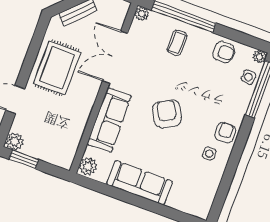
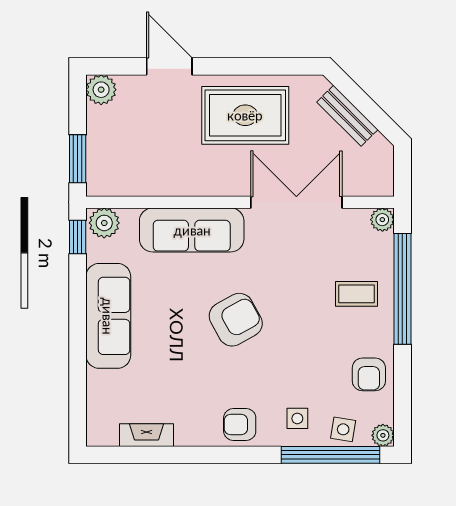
armchair: (225, 133) -> (240, 425), turned 180
side table: (209, 153) -> (297, 418), moved
window: (24, 159) -> (78, 159), moved
window: (90, 184) -> (78, 237), added
fireplace: (212, 186) -> (147, 435), added

